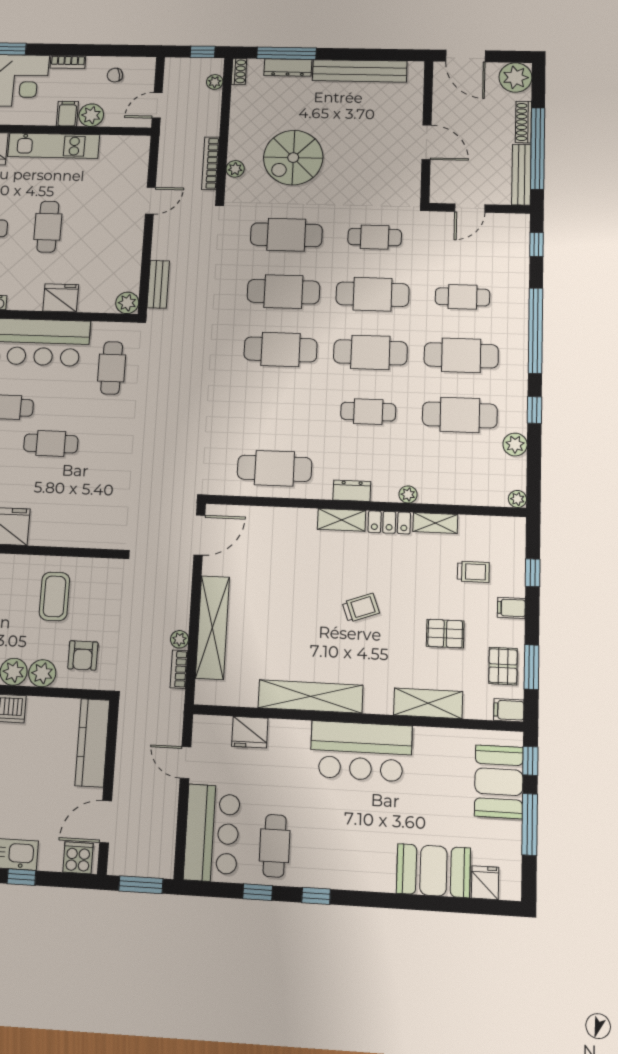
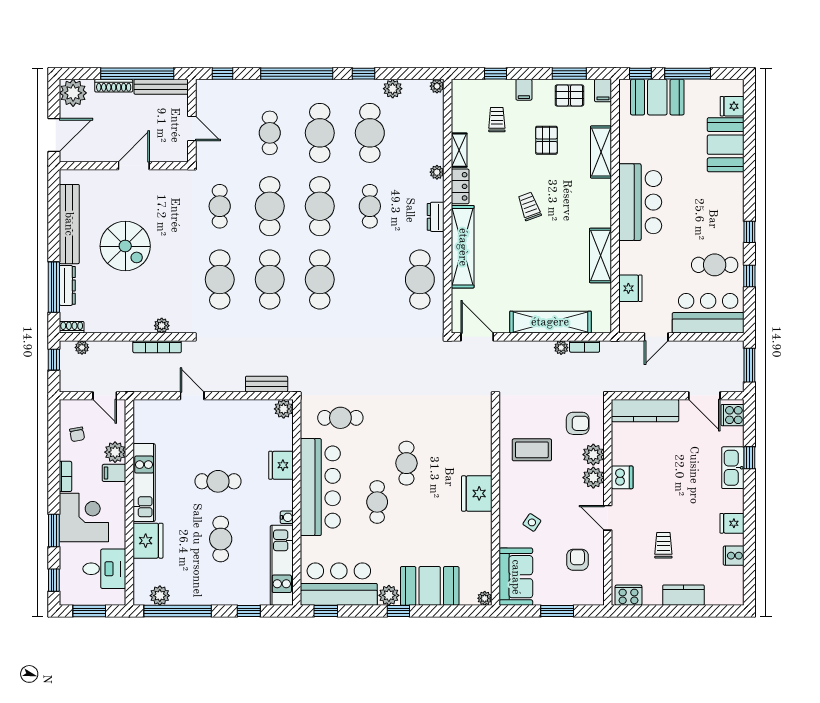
spiral stairs: (293, 158) -> (125, 246), moved
shelving: (342, 520) -> (463, 247), width x2.20, depth x1.33
shelving: (310, 696) -> (600, 255), width x0.68

